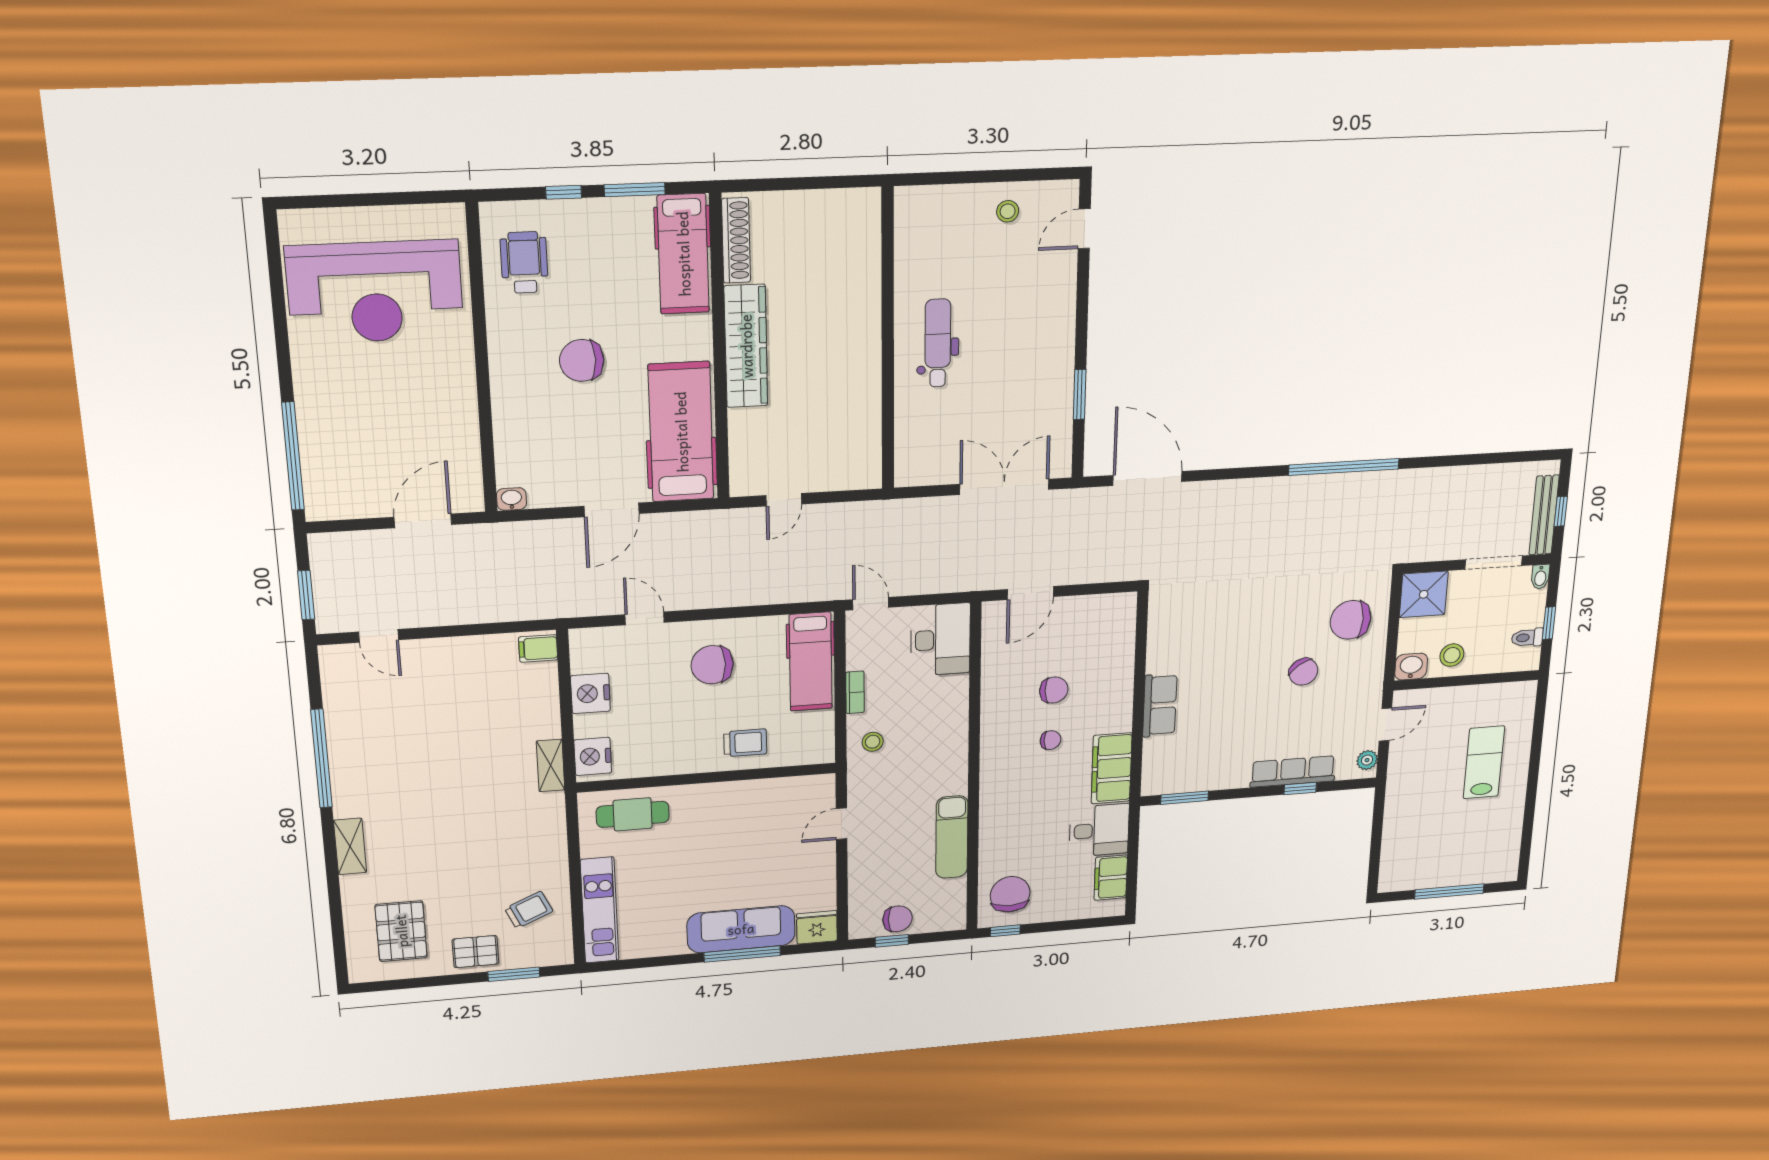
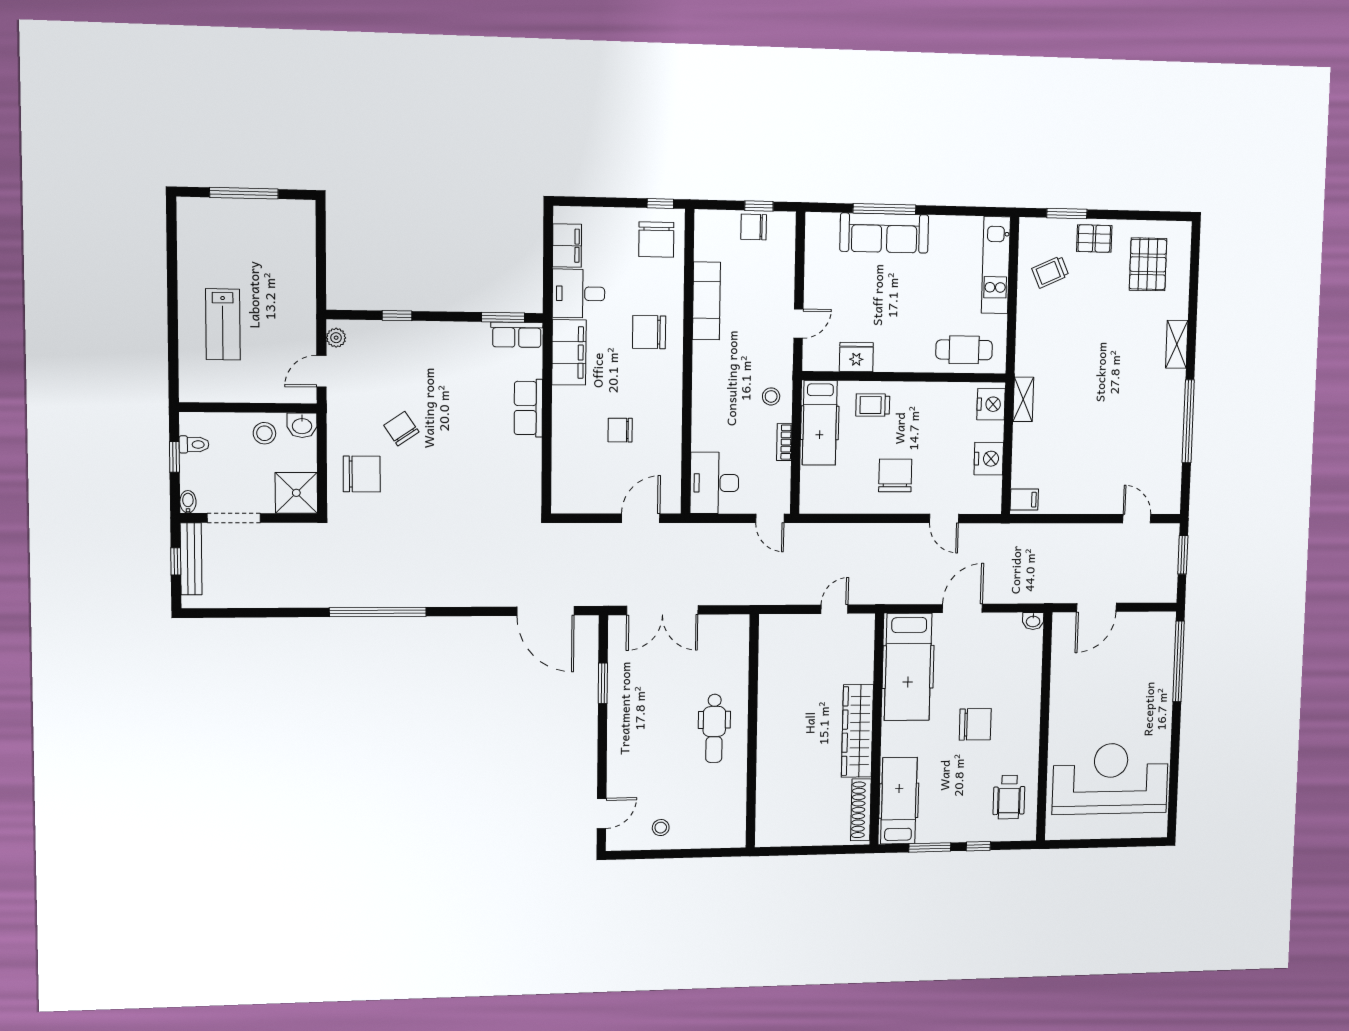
hospital bed: (811, 662) -> (820, 423), moved, turned 180
chair: (712, 665) -> (895, 475), turned -90
chair: (1051, 740) -> (649, 332), moved, width x1.87, depth x1.87
row of seats: (1293, 771) -> (517, 335), moved, width x0.68
fridge: (817, 927) -> (856, 357), moved, turned 180

